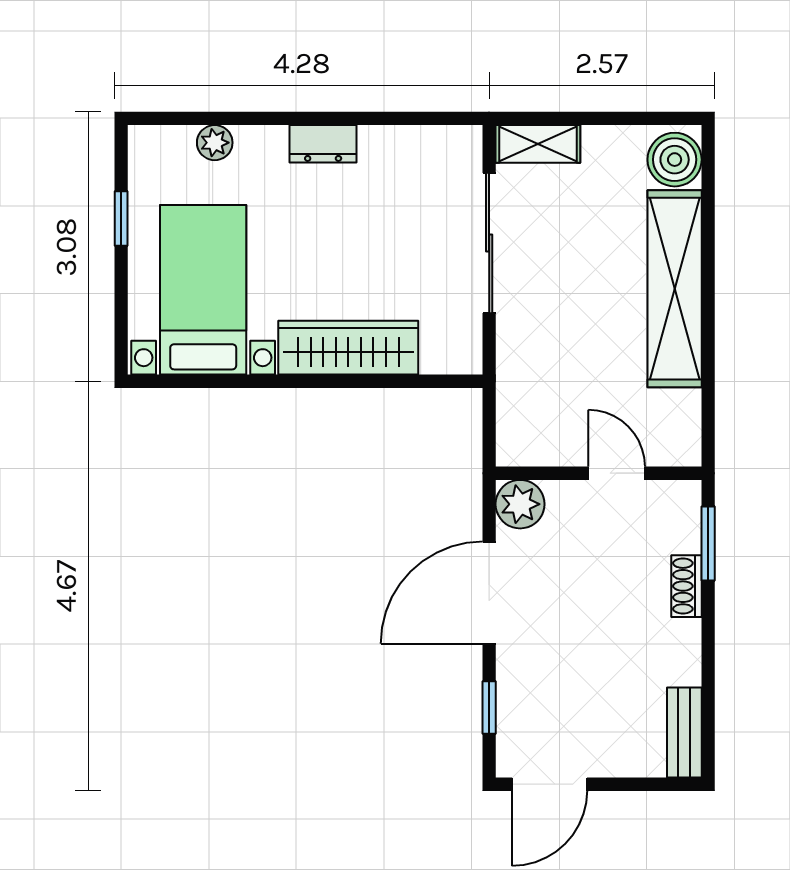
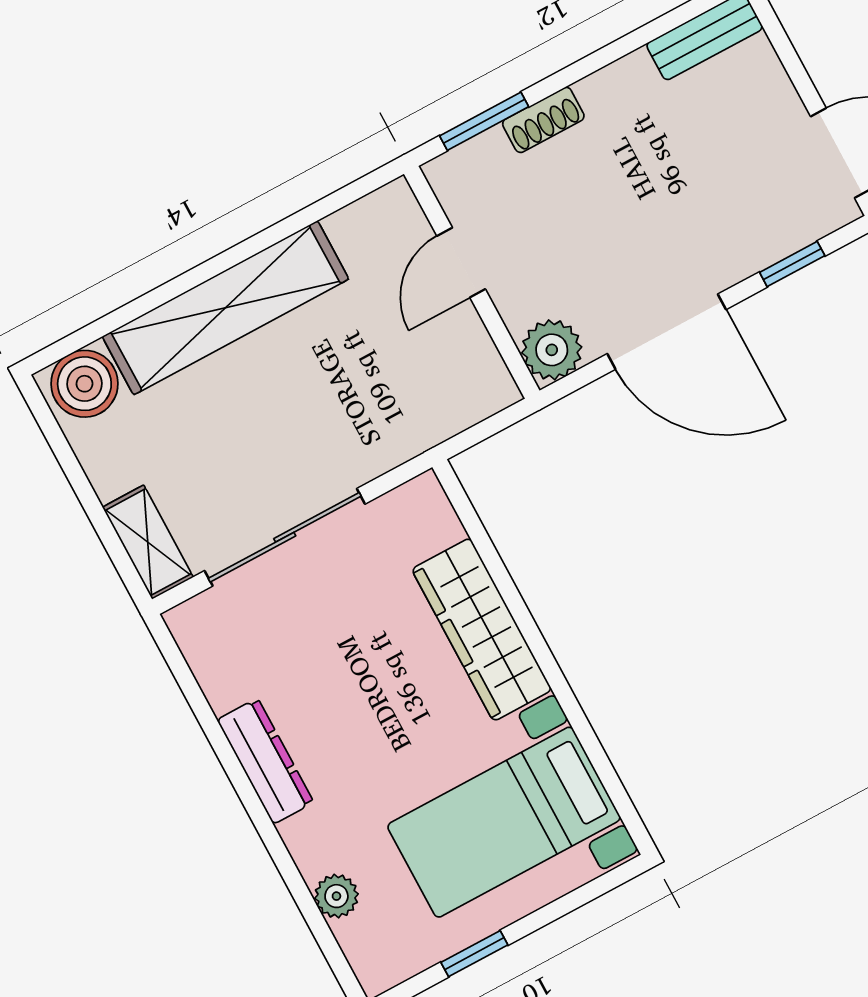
dresser: (323, 144) -> (265, 761), width x1.44

